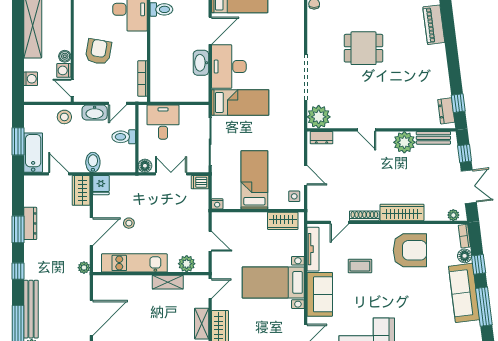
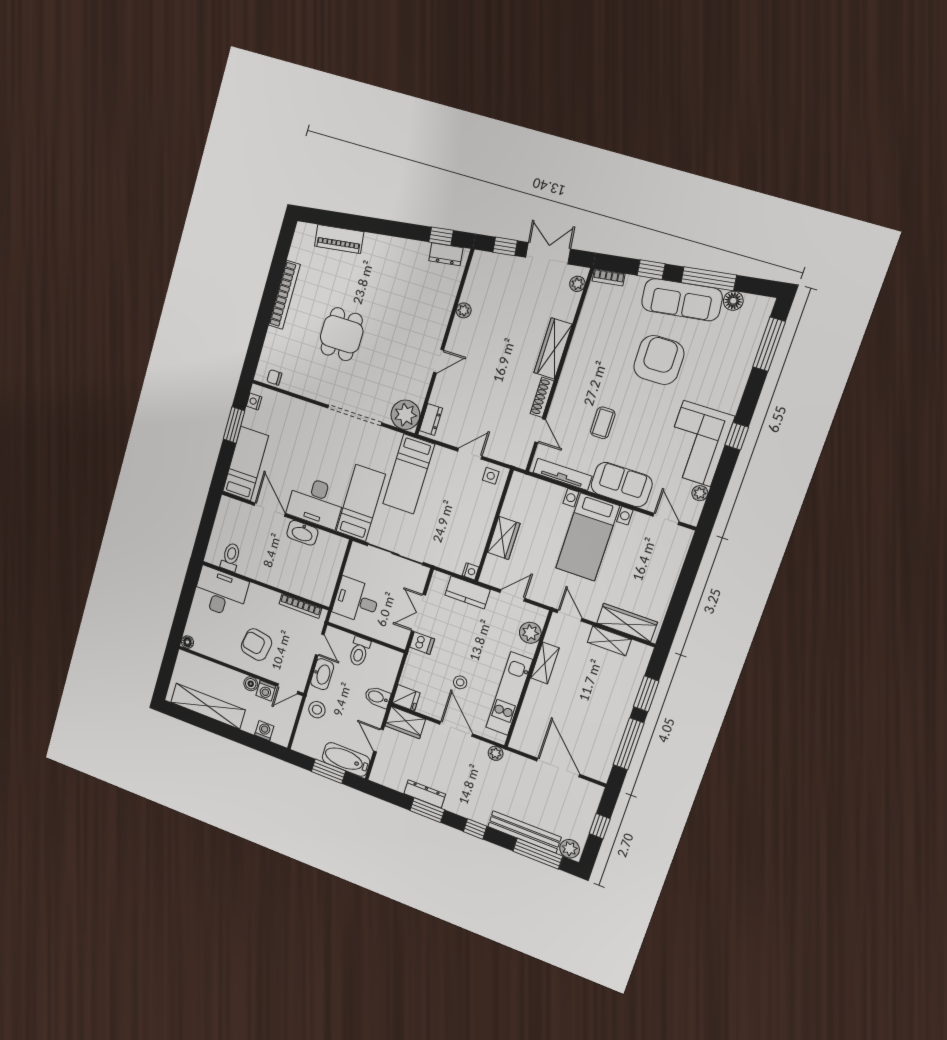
bench: (433, 138) -> (474, 280), removed
plant: (404, 142) -> (464, 310), width x0.53, depth x0.53
floor lamp: (145, 166) -> (400, 639), removed
door: (59, 174) -> (379, 741), hinge flipped
bed: (254, 180) -> (409, 474), moved, turned -90
dishwasher: (200, 182) -> (422, 643), moved, turned -90
kitchen counter: (200, 207) -> (468, 592), added
wardrobe: (283, 221) -> (504, 538), moved
armchair: (410, 250) -> (659, 360), moved
floor lamp: (465, 256) -> (733, 301), moved

